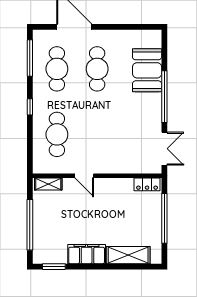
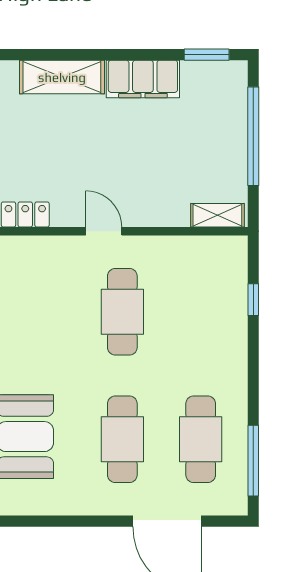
window: (30, 107) -> (253, 300), moved
cafe table: (57, 134) -> (122, 312), moved
door: (84, 176) -> (104, 231), moved

